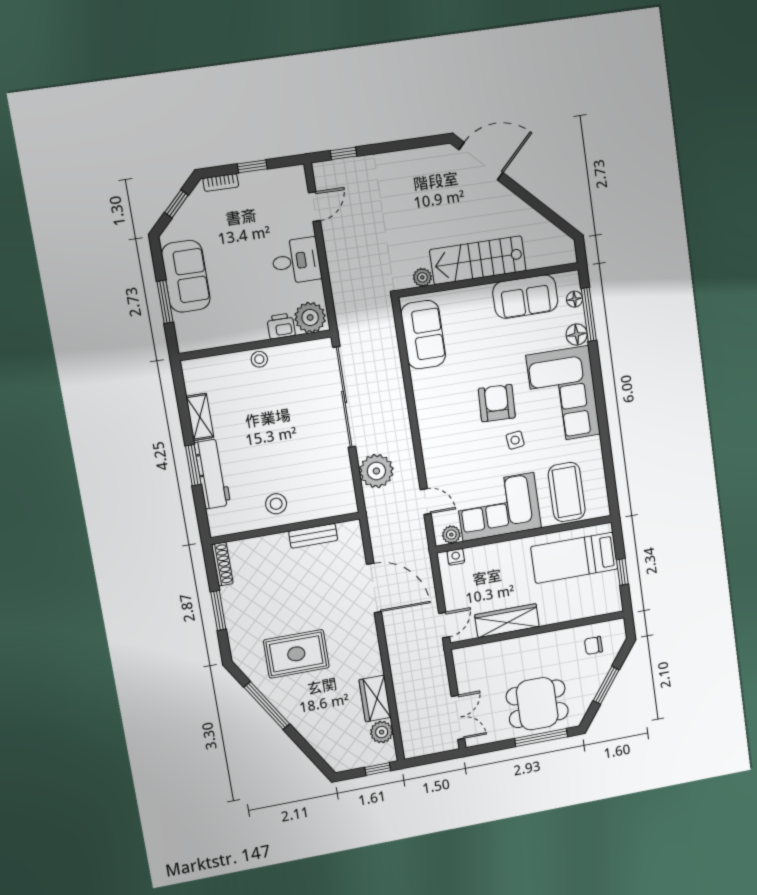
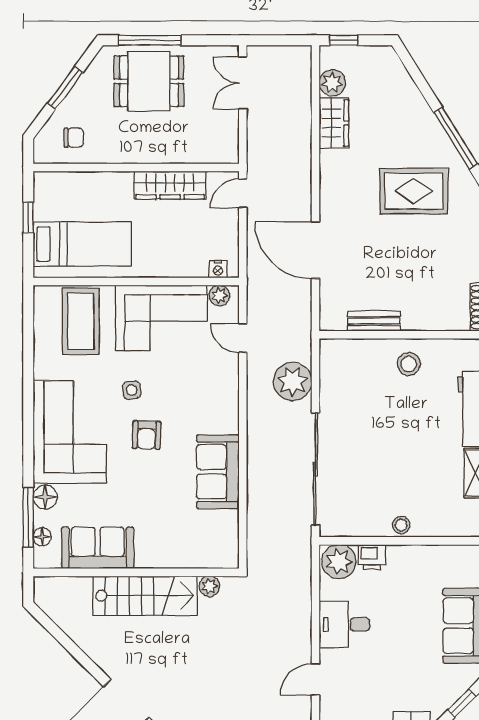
sofa: (423, 335) -> (218, 472), moved
armchair: (497, 403) -> (147, 435), width x0.72, depth x0.72

